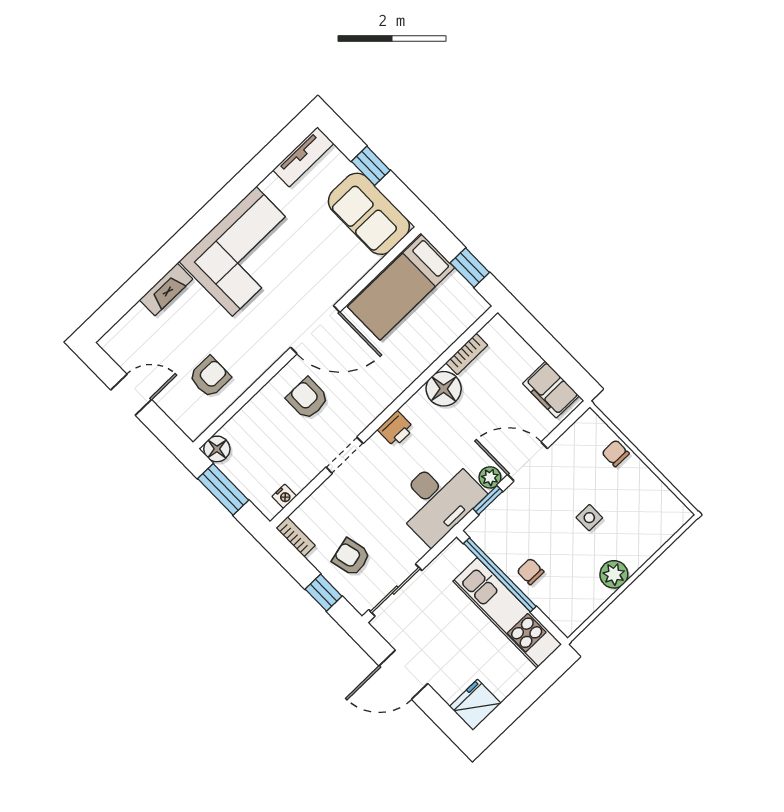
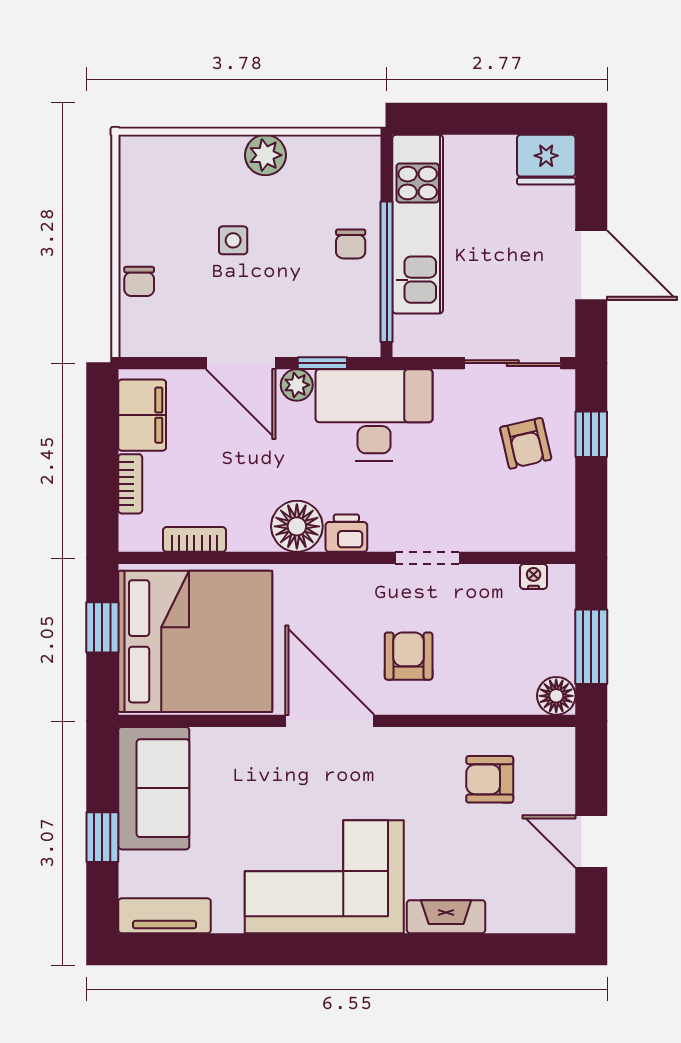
bed: (401, 287) -> (195, 641), width x2.04
floor lamp: (444, 389) -> (297, 526), moved
armchair: (307, 398) -> (409, 656), turned 180
bookcase: (295, 537) -> (130, 484), moved, turned 180

